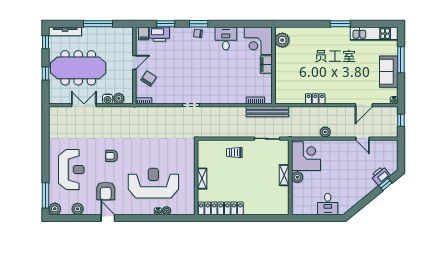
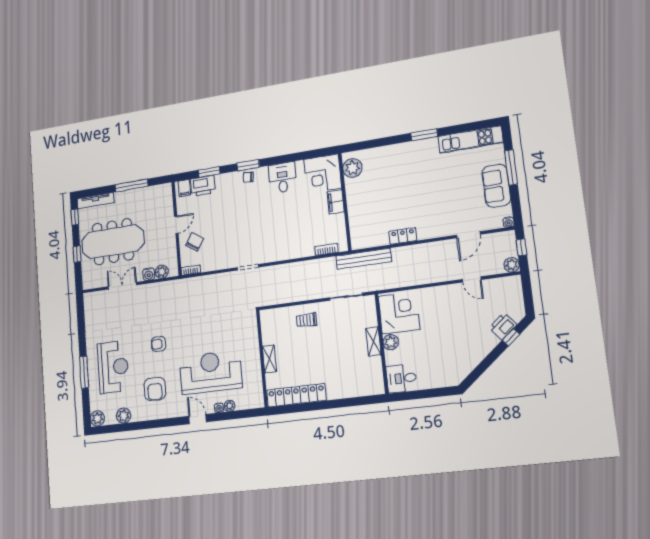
bench: (267, 112) -> (364, 259), moved
plant: (325, 132) -> (512, 265), moved
window: (46, 195) -> (84, 372), moved
desk: (328, 204) -> (401, 378), moved, turned 90
door: (108, 218) -> (198, 419), moved

